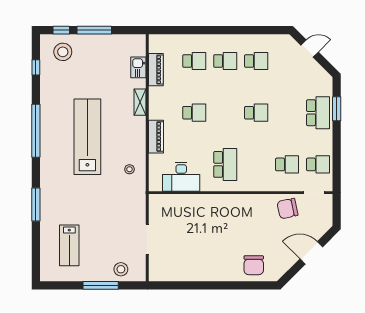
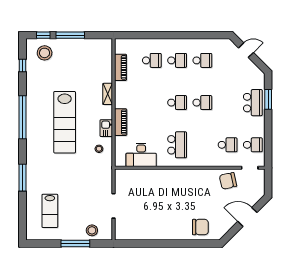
kitchen sink: (138, 67) -> (106, 128), moved
school desk: (194, 113) -> (177, 103), moved
lab bench: (87, 137) -> (65, 122), turned 180
chair: (254, 265) -> (200, 227), turned -90

